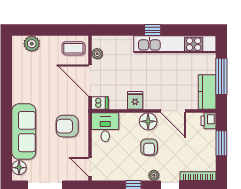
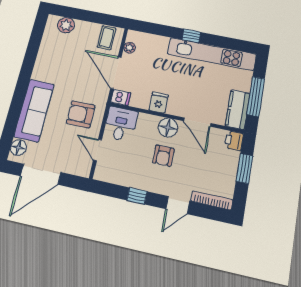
coffee table: (73, 48) -> (107, 38), turned 90
door: (90, 167) -> (97, 150), moved
plant: (154, 175) -> (162, 188), removed

